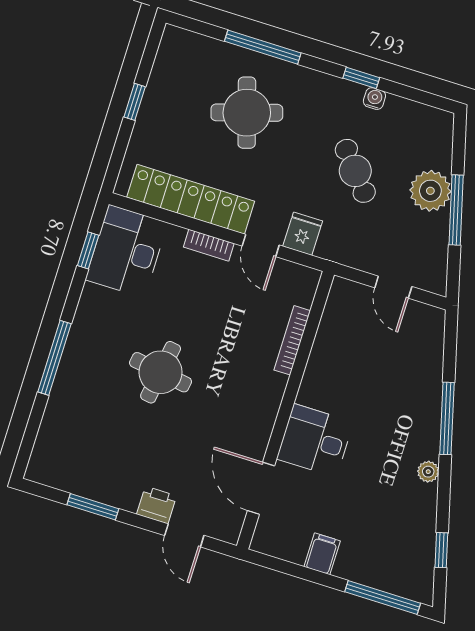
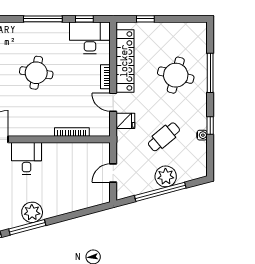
window: (135, 102) -> (145, 19), moved
round table: (247, 113) -> (176, 75), turned 32
window: (456, 210) -> (160, 192), width x1.46
door: (261, 246) -> (113, 102), hinge flipped
window: (54, 358) -> (43, 19), moved
window: (447, 418) -> (27, 227), moved
plant: (428, 472) -> (32, 212), width x1.87, depth x1.87

